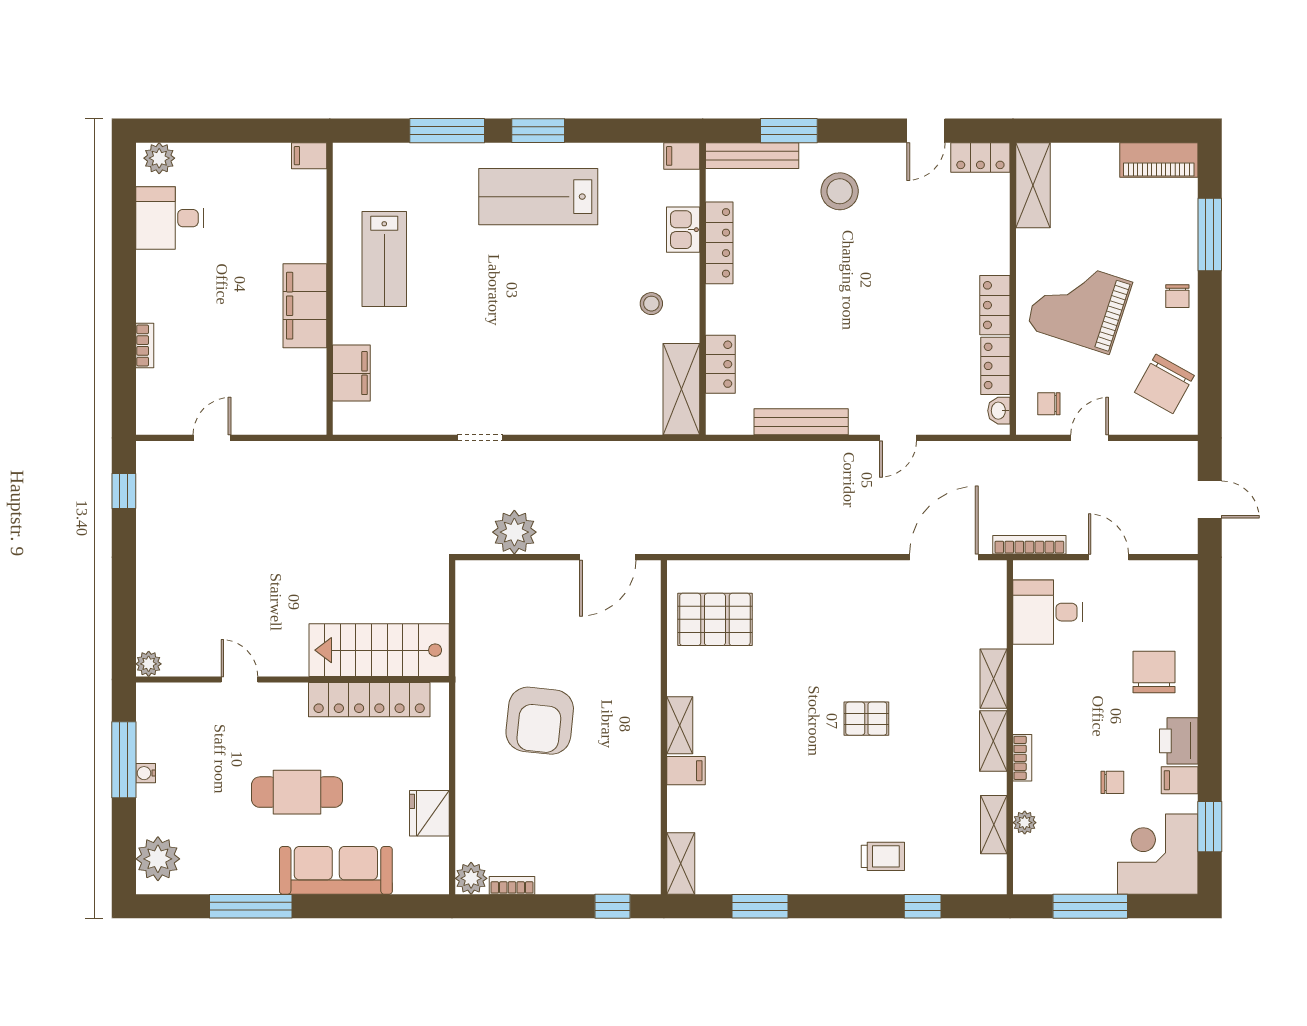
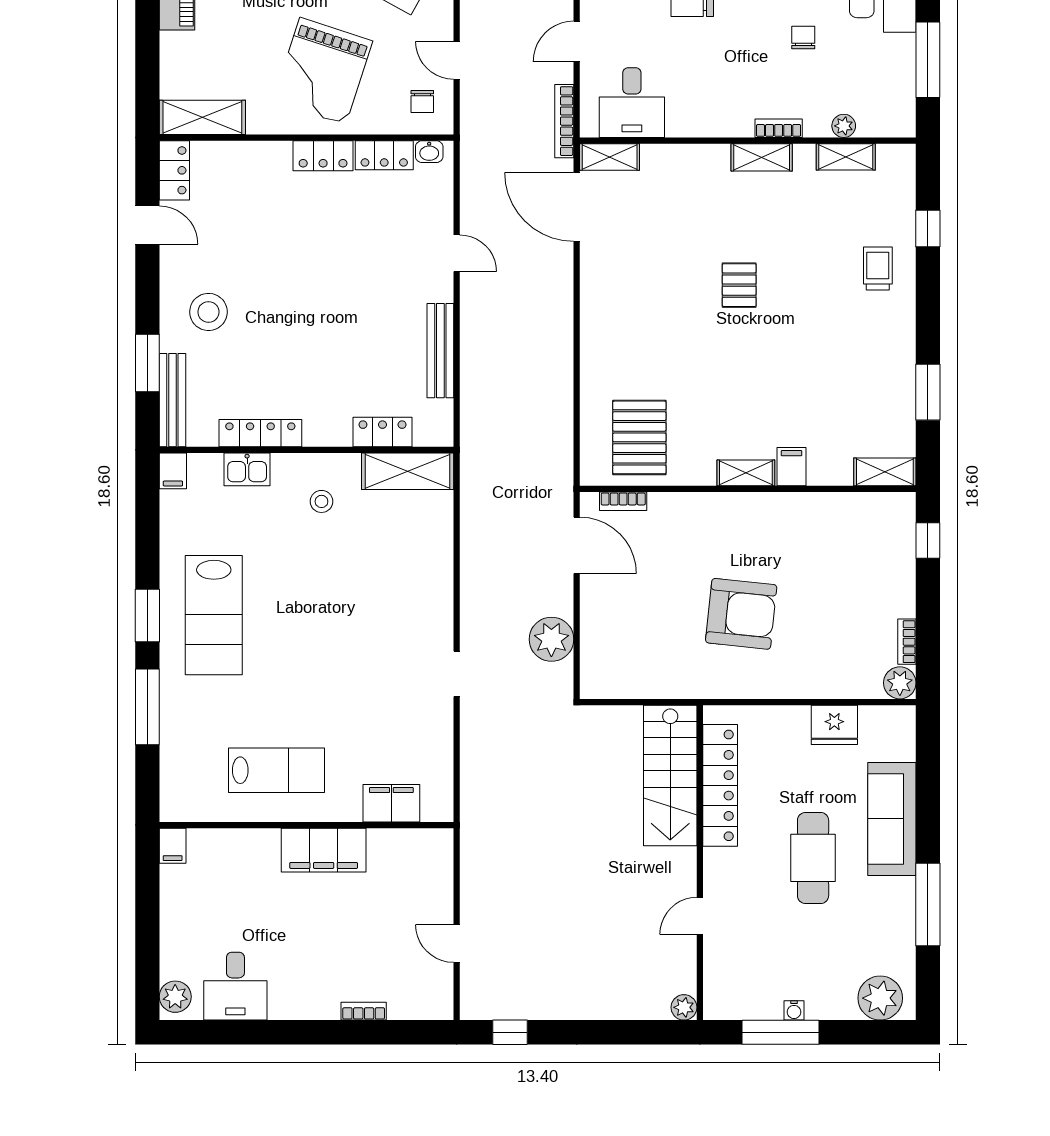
bookcase: (652, 603) -> (623, 501), added
shelving: (994, 679) -> (610, 157), moved

